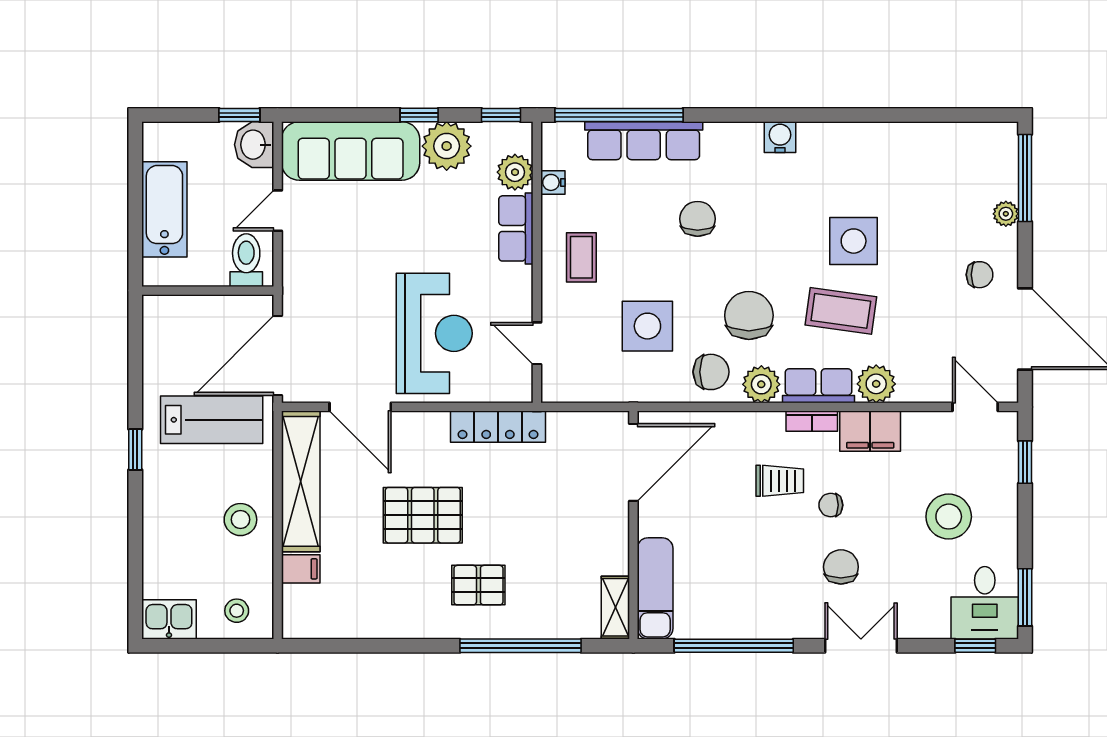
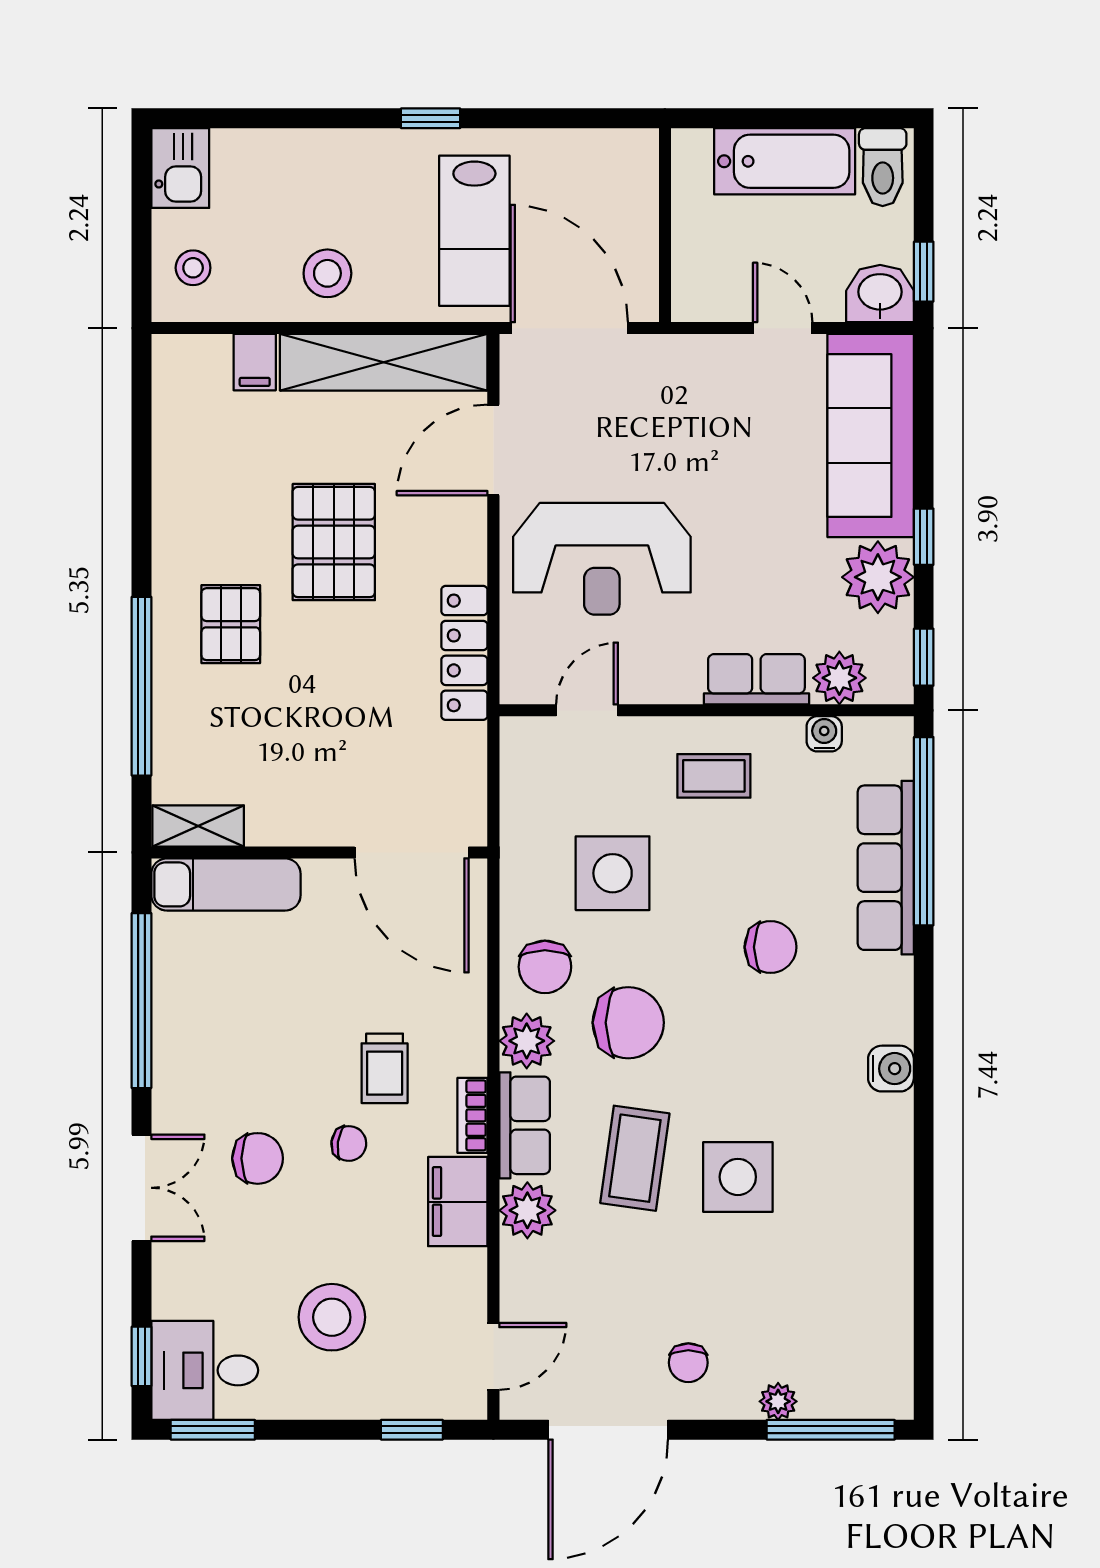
toilet: (246, 260) -> (883, 167), moved, turned 90
chair: (831, 505) -> (349, 1143), turned 98

